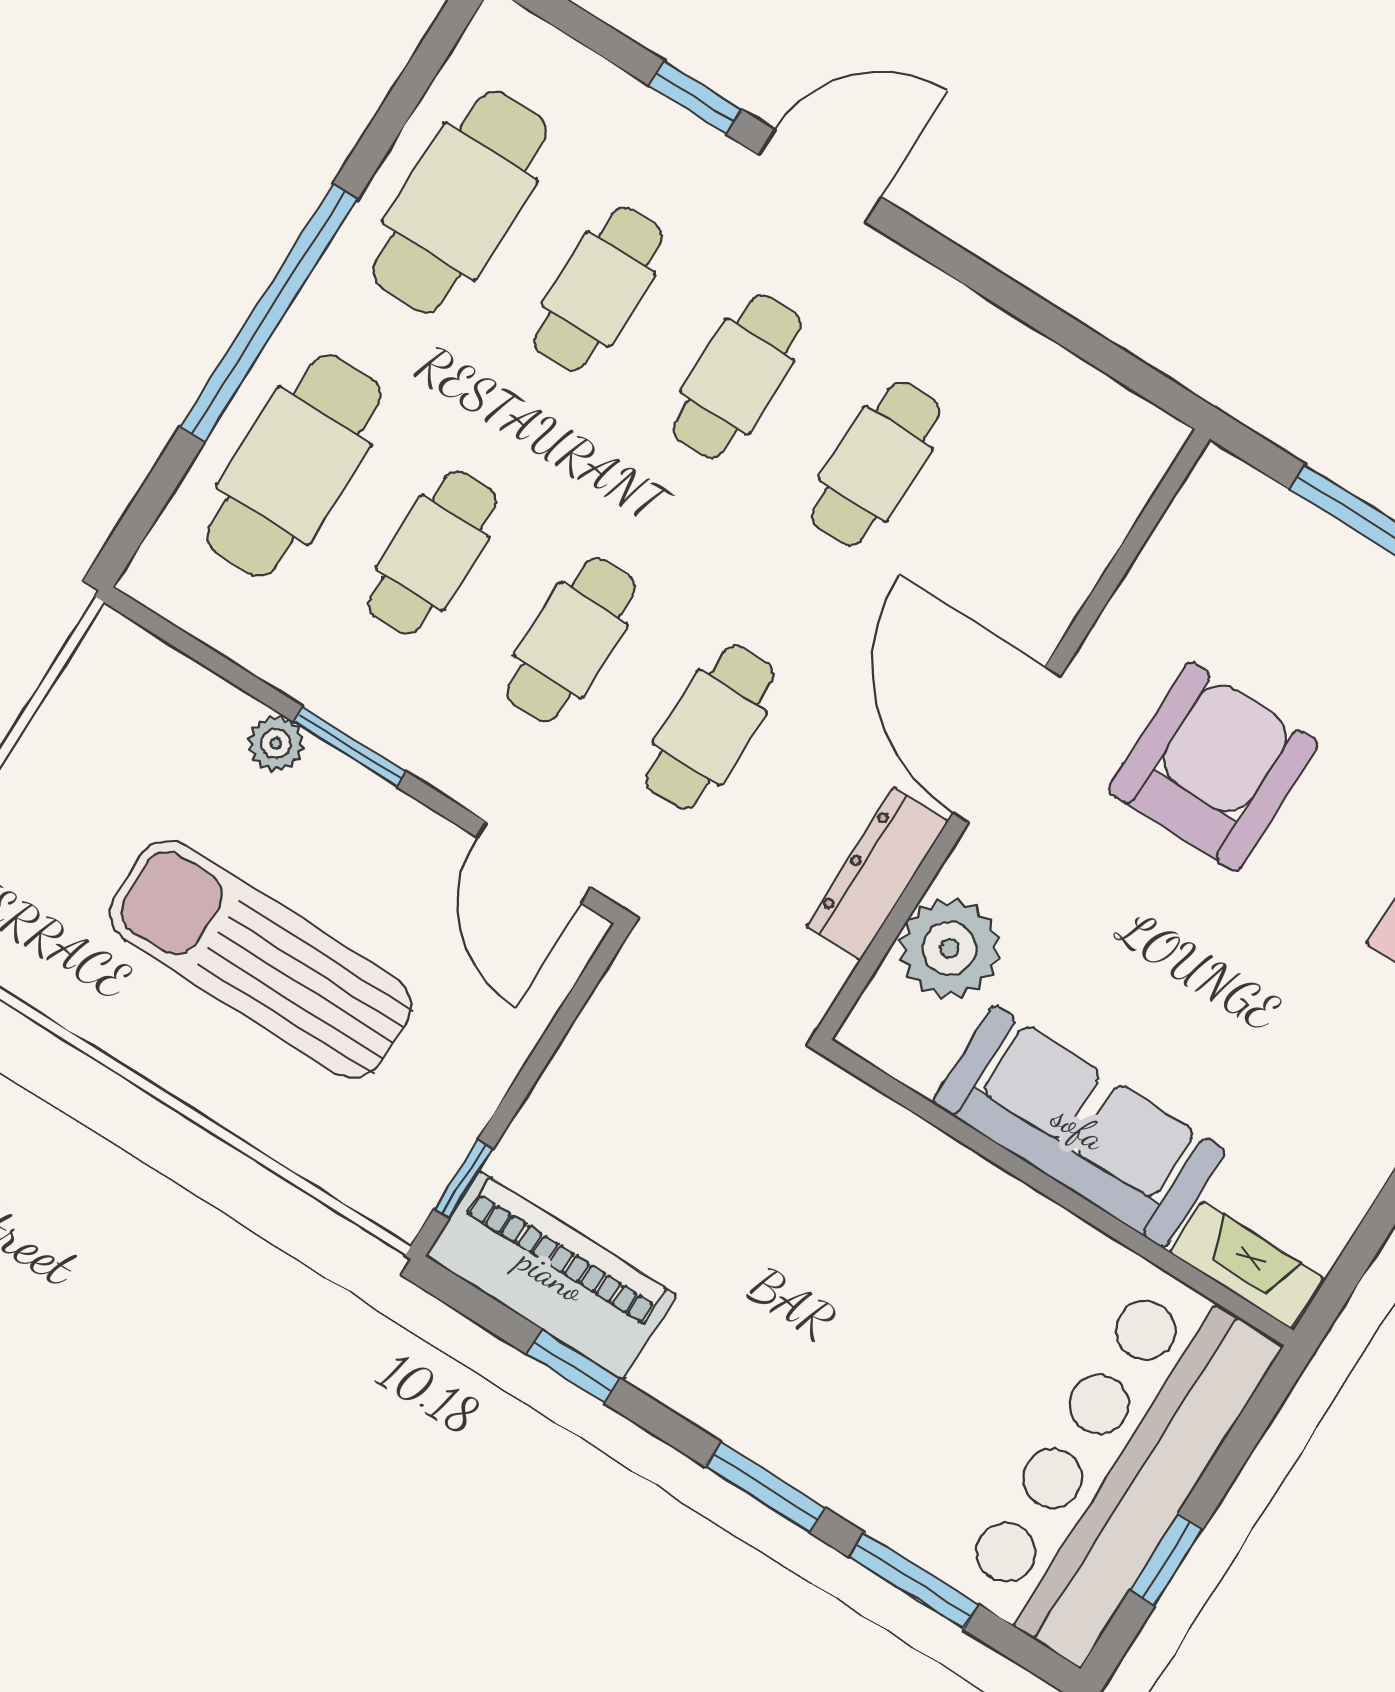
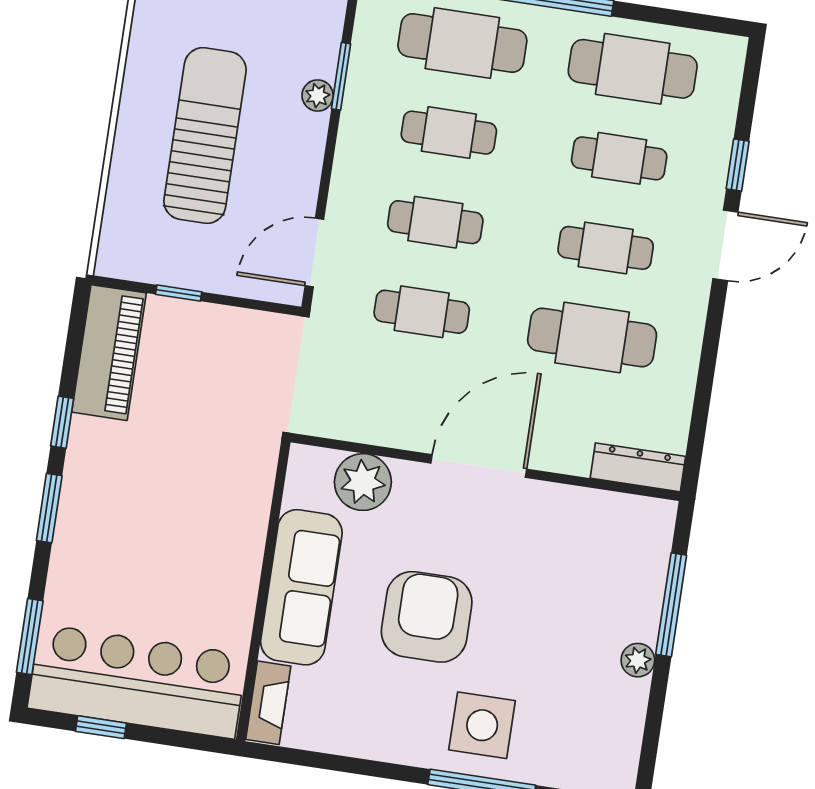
door: (820, 176) -> (725, 245), hinge flipped
cafe table: (876, 464) -> (592, 337), width x1.37, depth x1.35
window: (350, 747) -> (341, 76), moved
armchair: (1213, 767) -> (427, 617), moved, turned -90
dresser: (877, 874) -> (638, 467), moved
window: (464, 1179) -> (179, 293), moved
window: (573, 1366) -> (62, 422), moved
window: (914, 1581) -> (30, 637), moved

